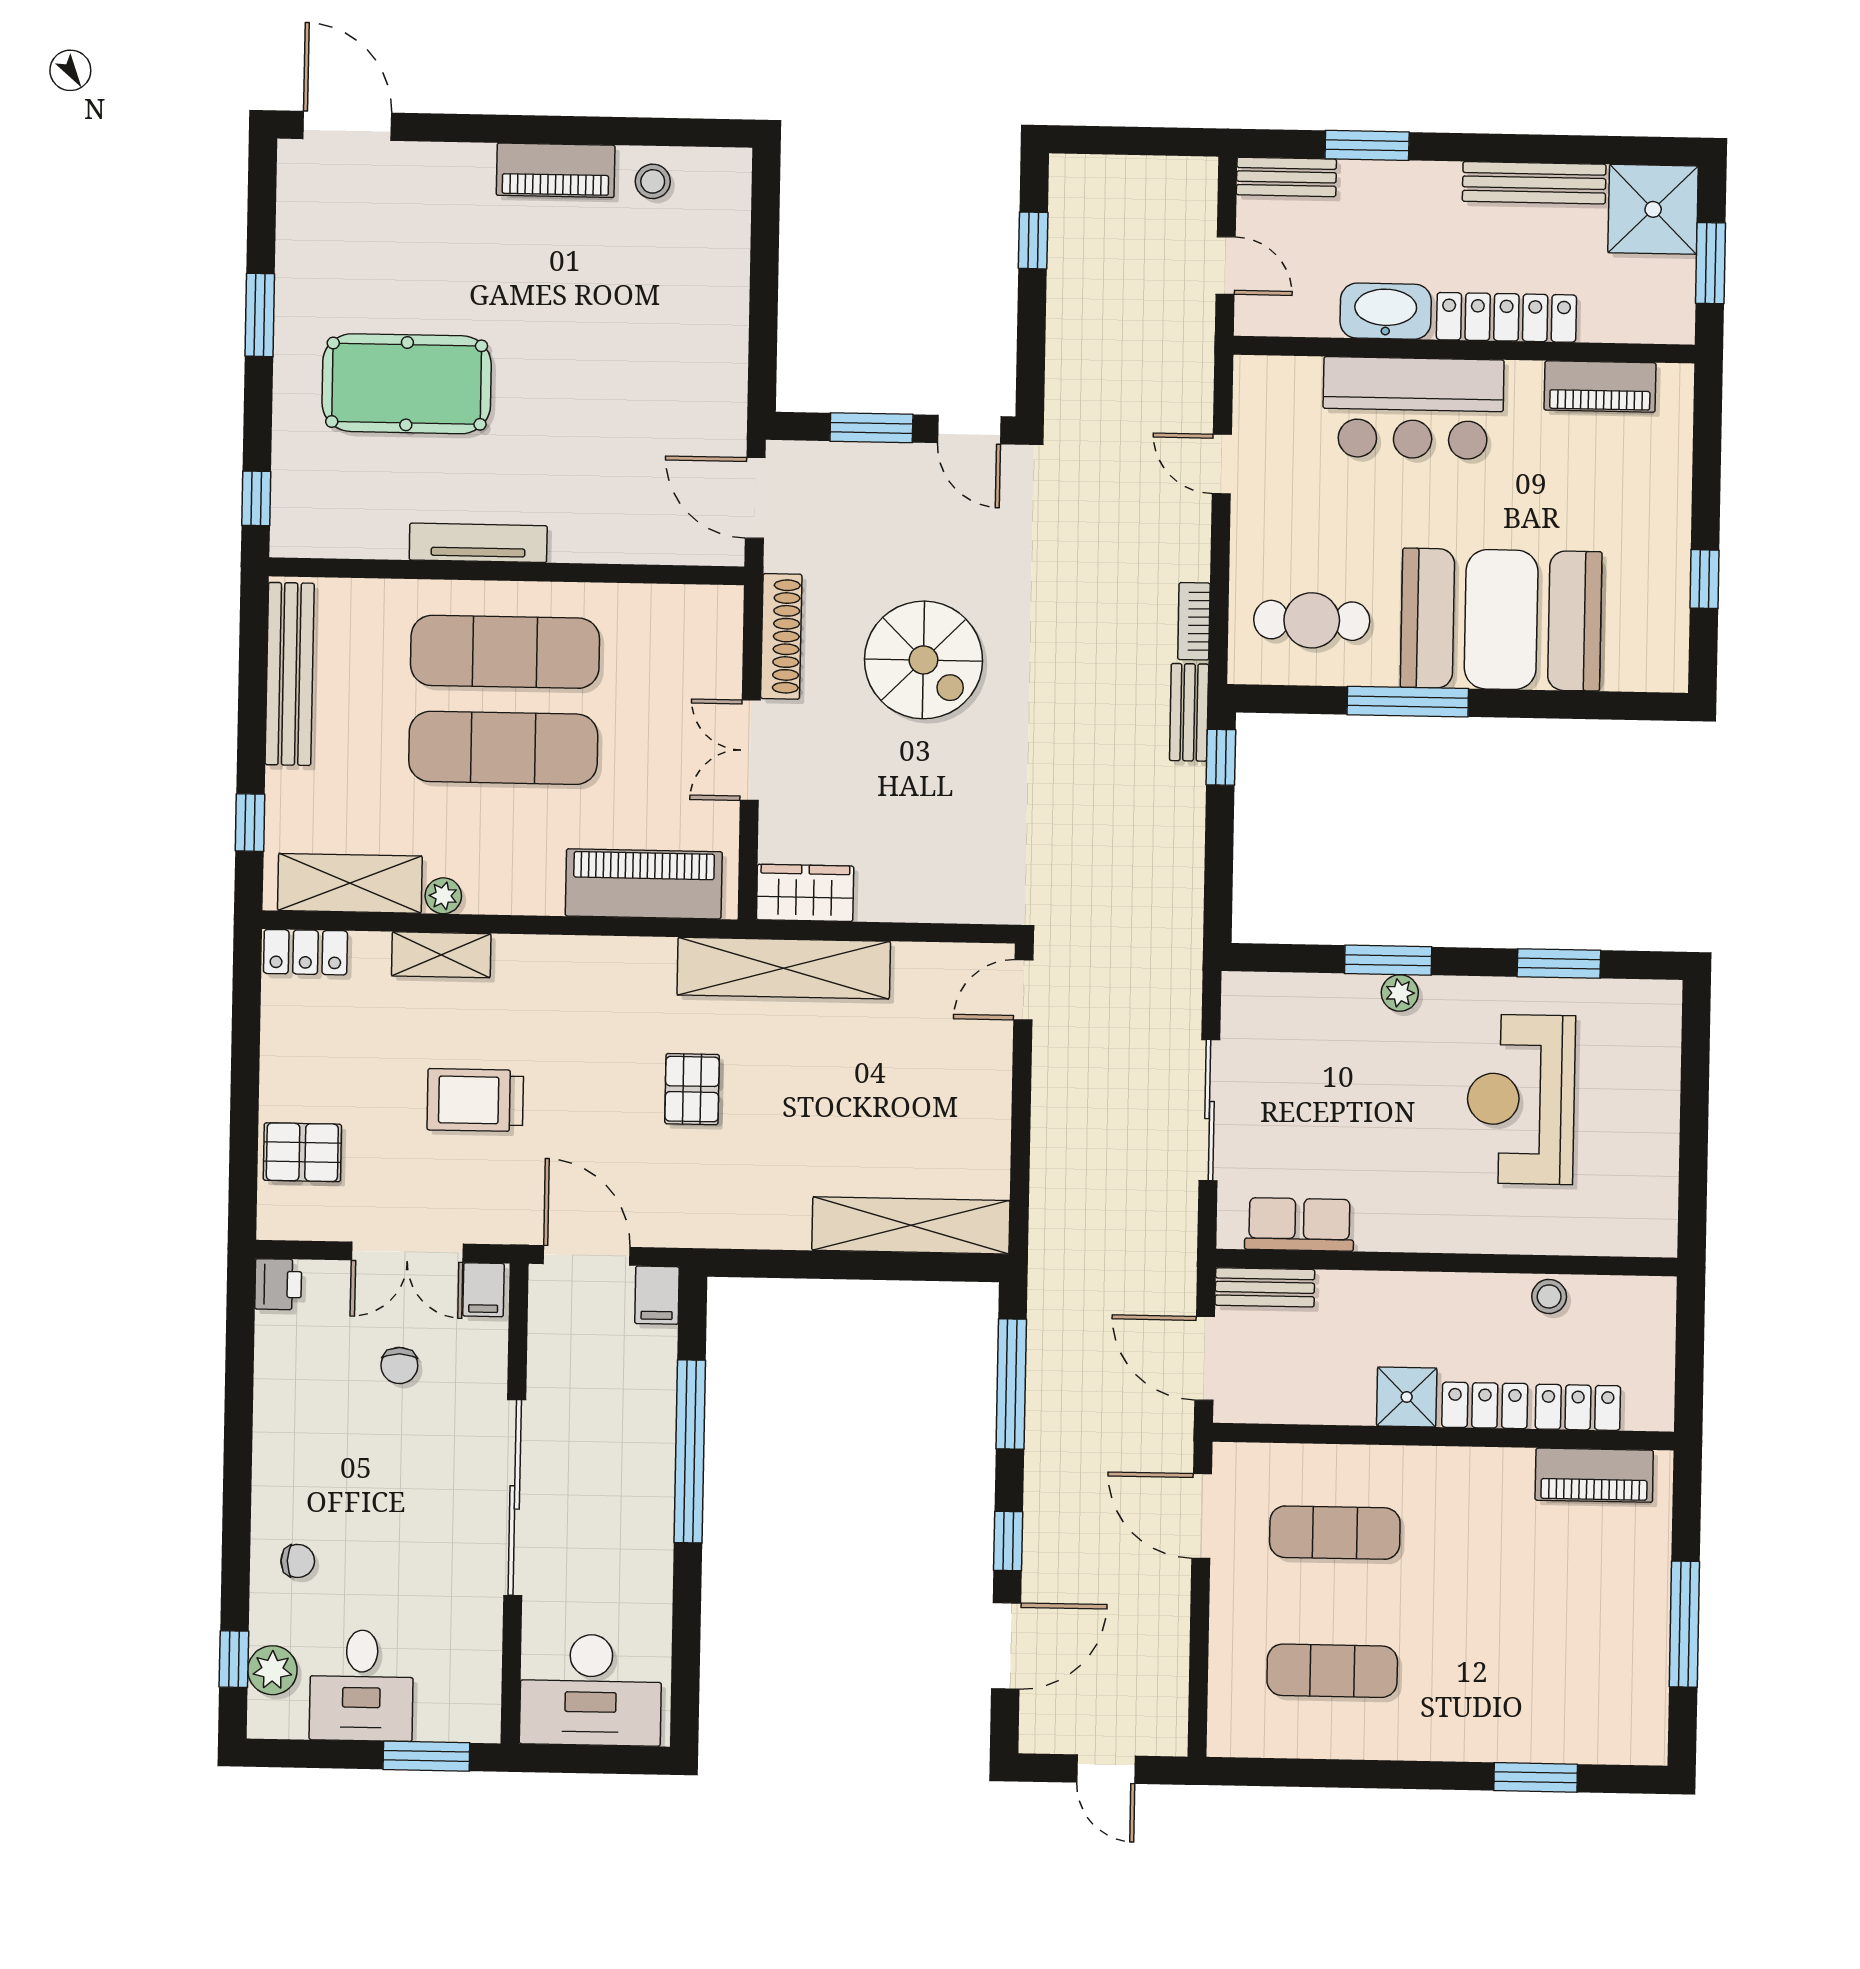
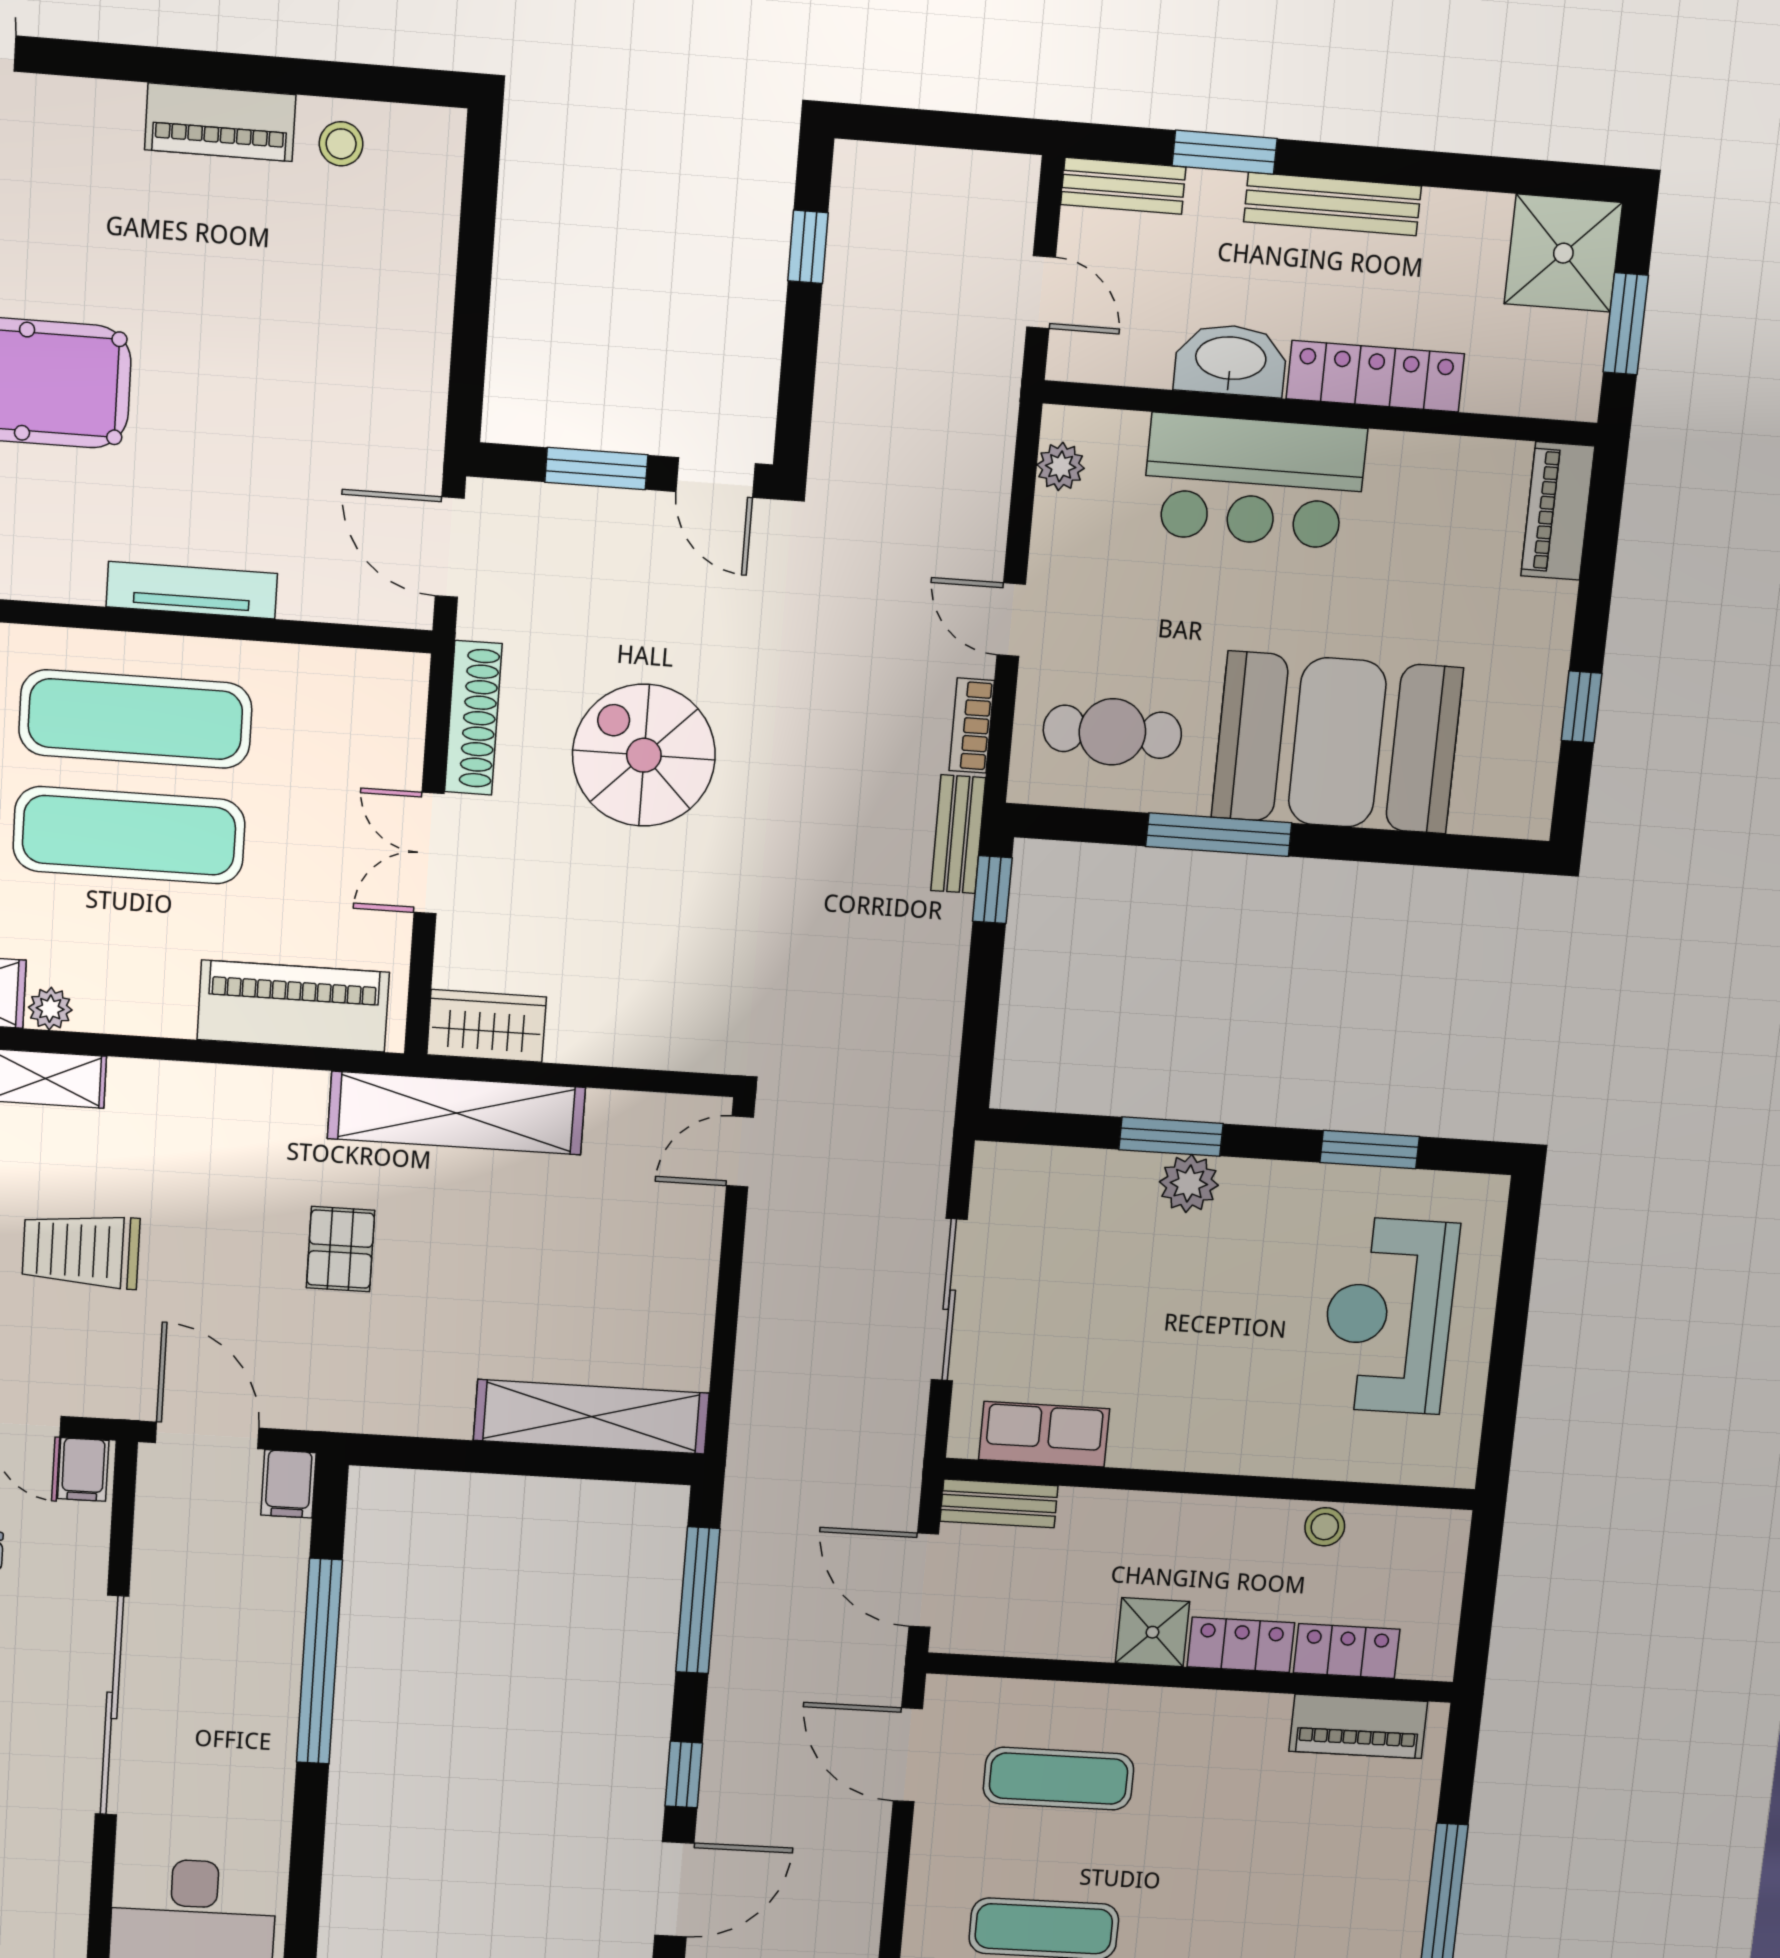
bench: (1534, 183) -> (1333, 204), moved
piano: (1600, 386) -> (1558, 511), moved, turned 90
plant: (1252, 405) -> (1061, 466), added
door: (1222, 464) -> (1011, 620), moved
tv unit: (478, 543) -> (192, 590), moved
spiral stairs: (924, 660) -> (644, 755), turned 180
plant: (1400, 993) -> (1189, 1184), width x1.38, depth x1.38
reception desk: (1521, 1099) -> (1389, 1315), moved

